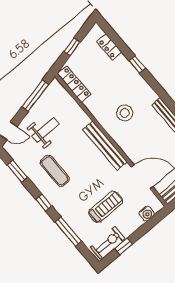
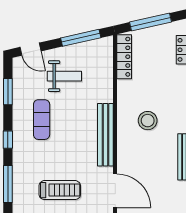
window: (72, 47) -> (150, 22), width x2.17

